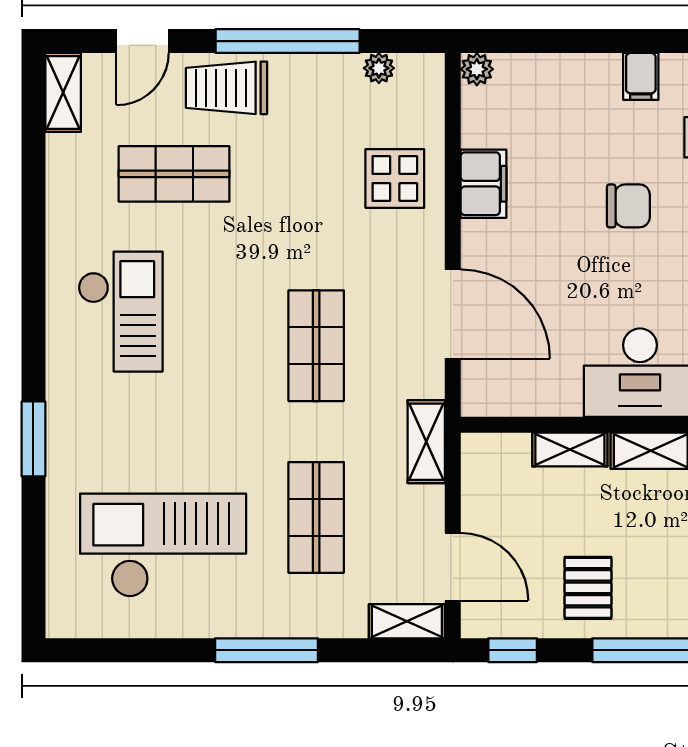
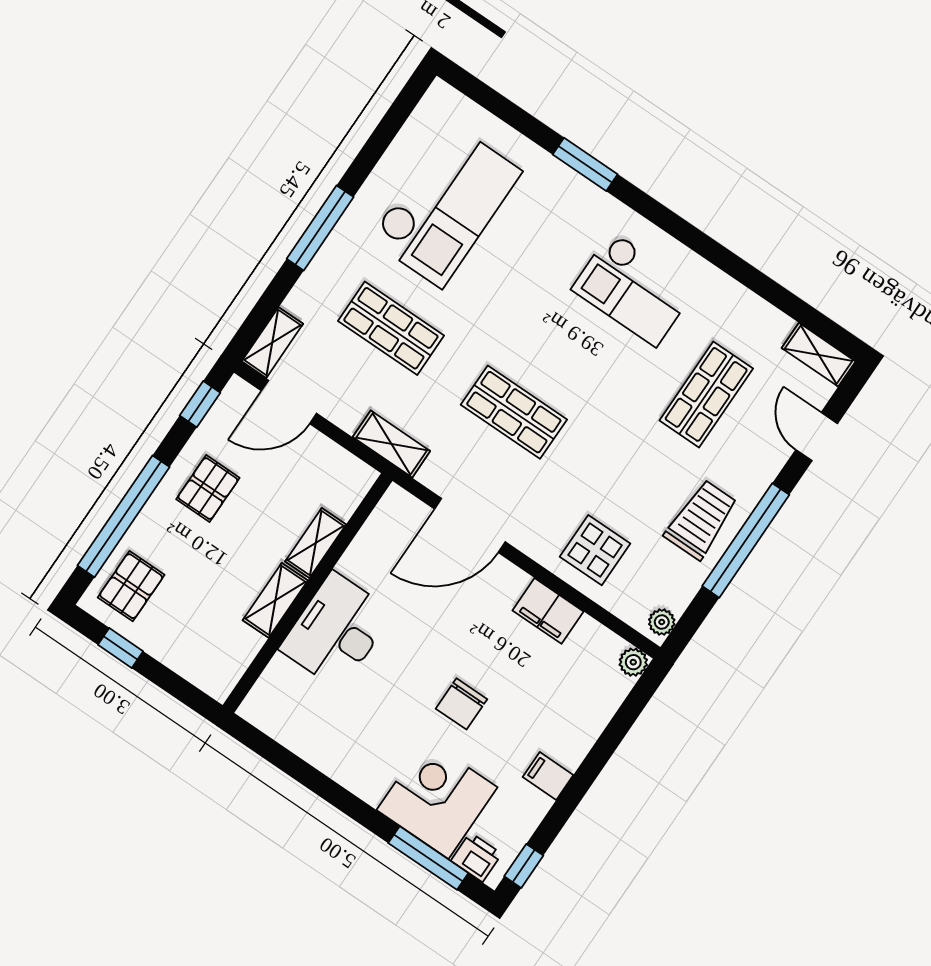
plant: (379, 68) -> (662, 622), moved
trolley: (227, 88) -> (701, 520), moved
pallet: (588, 588) -> (208, 489), turned 90

